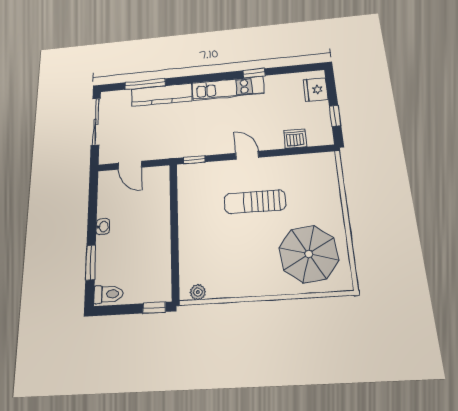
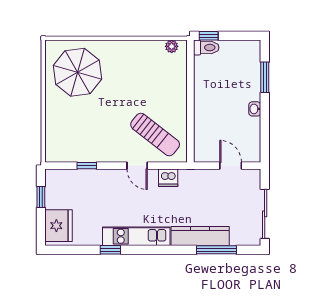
fridge: (316, 90) -> (59, 226), width x1.36, depth x1.34
dishwasher: (295, 139) -> (168, 178), moved
door: (247, 155) -> (137, 166), moved
window: (194, 160) -> (87, 166), moved
sun lounger: (255, 202) -> (155, 135), moved, turned 38
toilet: (108, 294) -> (206, 48), moved, turned 180

